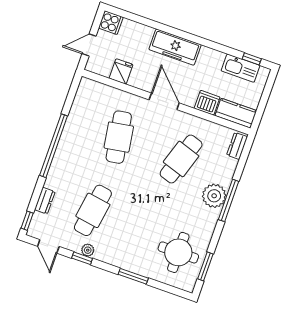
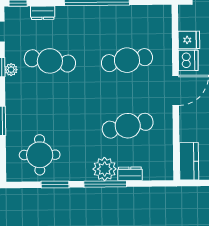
dishwasher: (207, 103) -> (188, 60), moved
dresser: (237, 146) -> (130, 174), moved
cafe table: (181, 159) -> (128, 126), turned -30
window: (205, 266) -> (55, 185), moved

